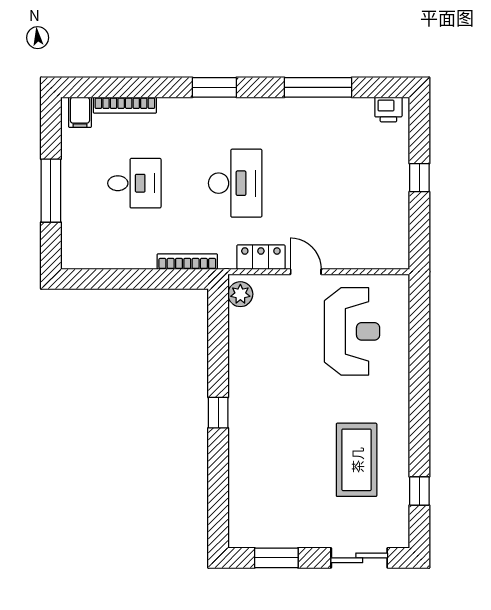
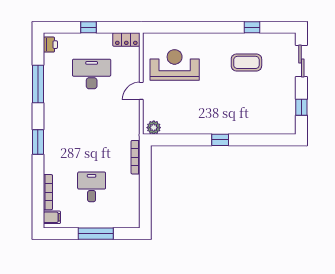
desk: (235, 183) -> (92, 74), moved
locker: (261, 257) -> (126, 39), moved, turned -90
coffee table: (357, 460) -> (246, 62), width x0.73, depth x0.76
window: (419, 491) -> (252, 27), moved
window: (276, 558) -> (301, 107), width x0.67

